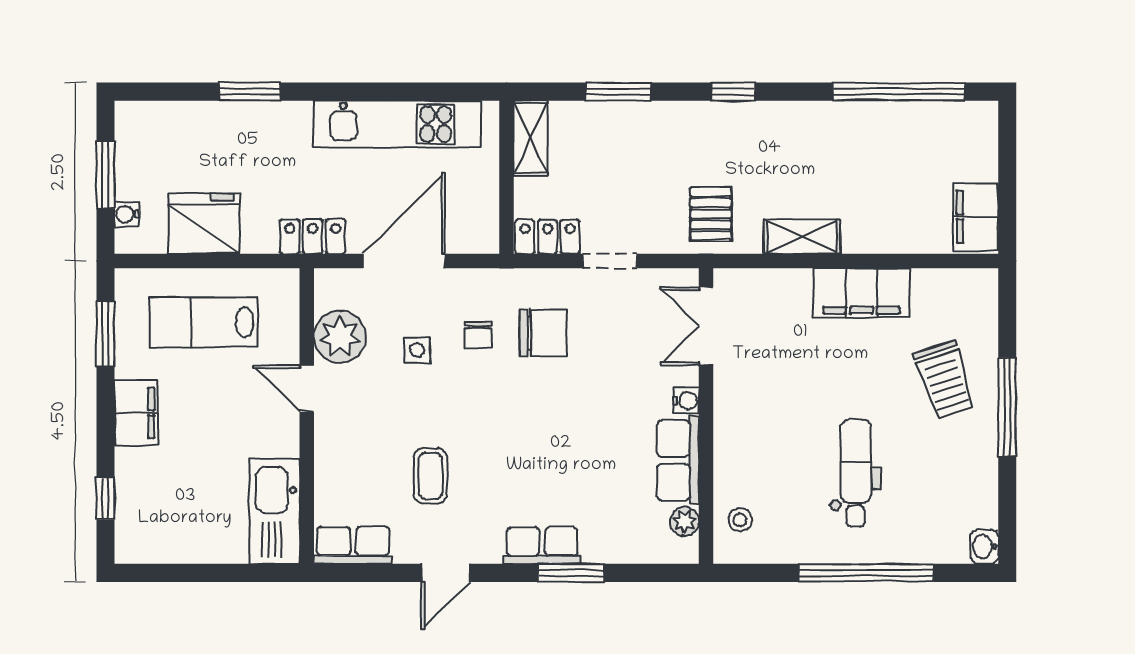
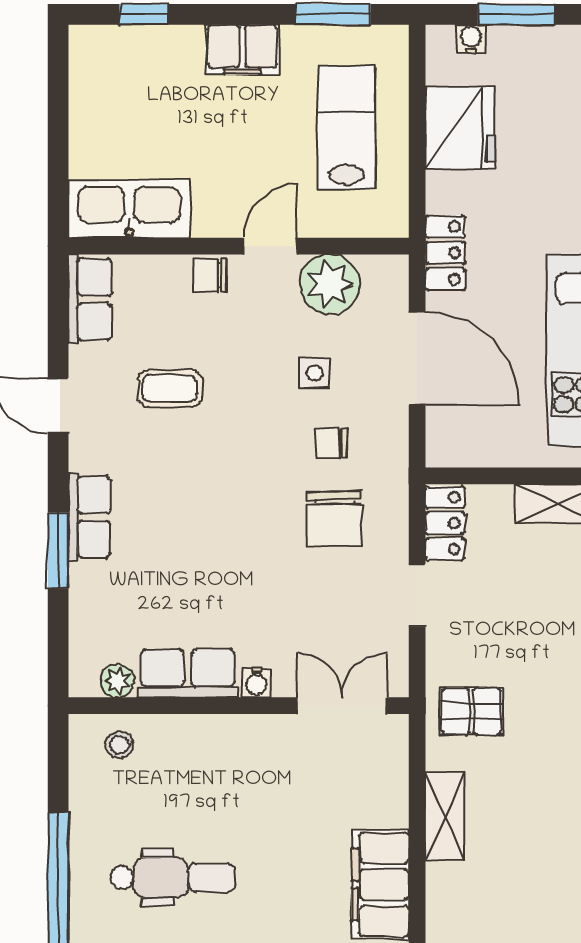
chair: (332, 441) -> (210, 276), added

